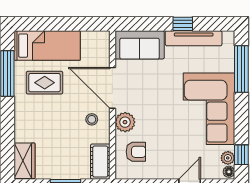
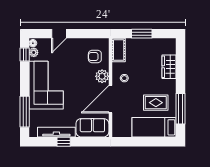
door: (112, 88) -> (110, 99), swing flipped
wardrobe: (25, 161) -> (169, 67), moved

